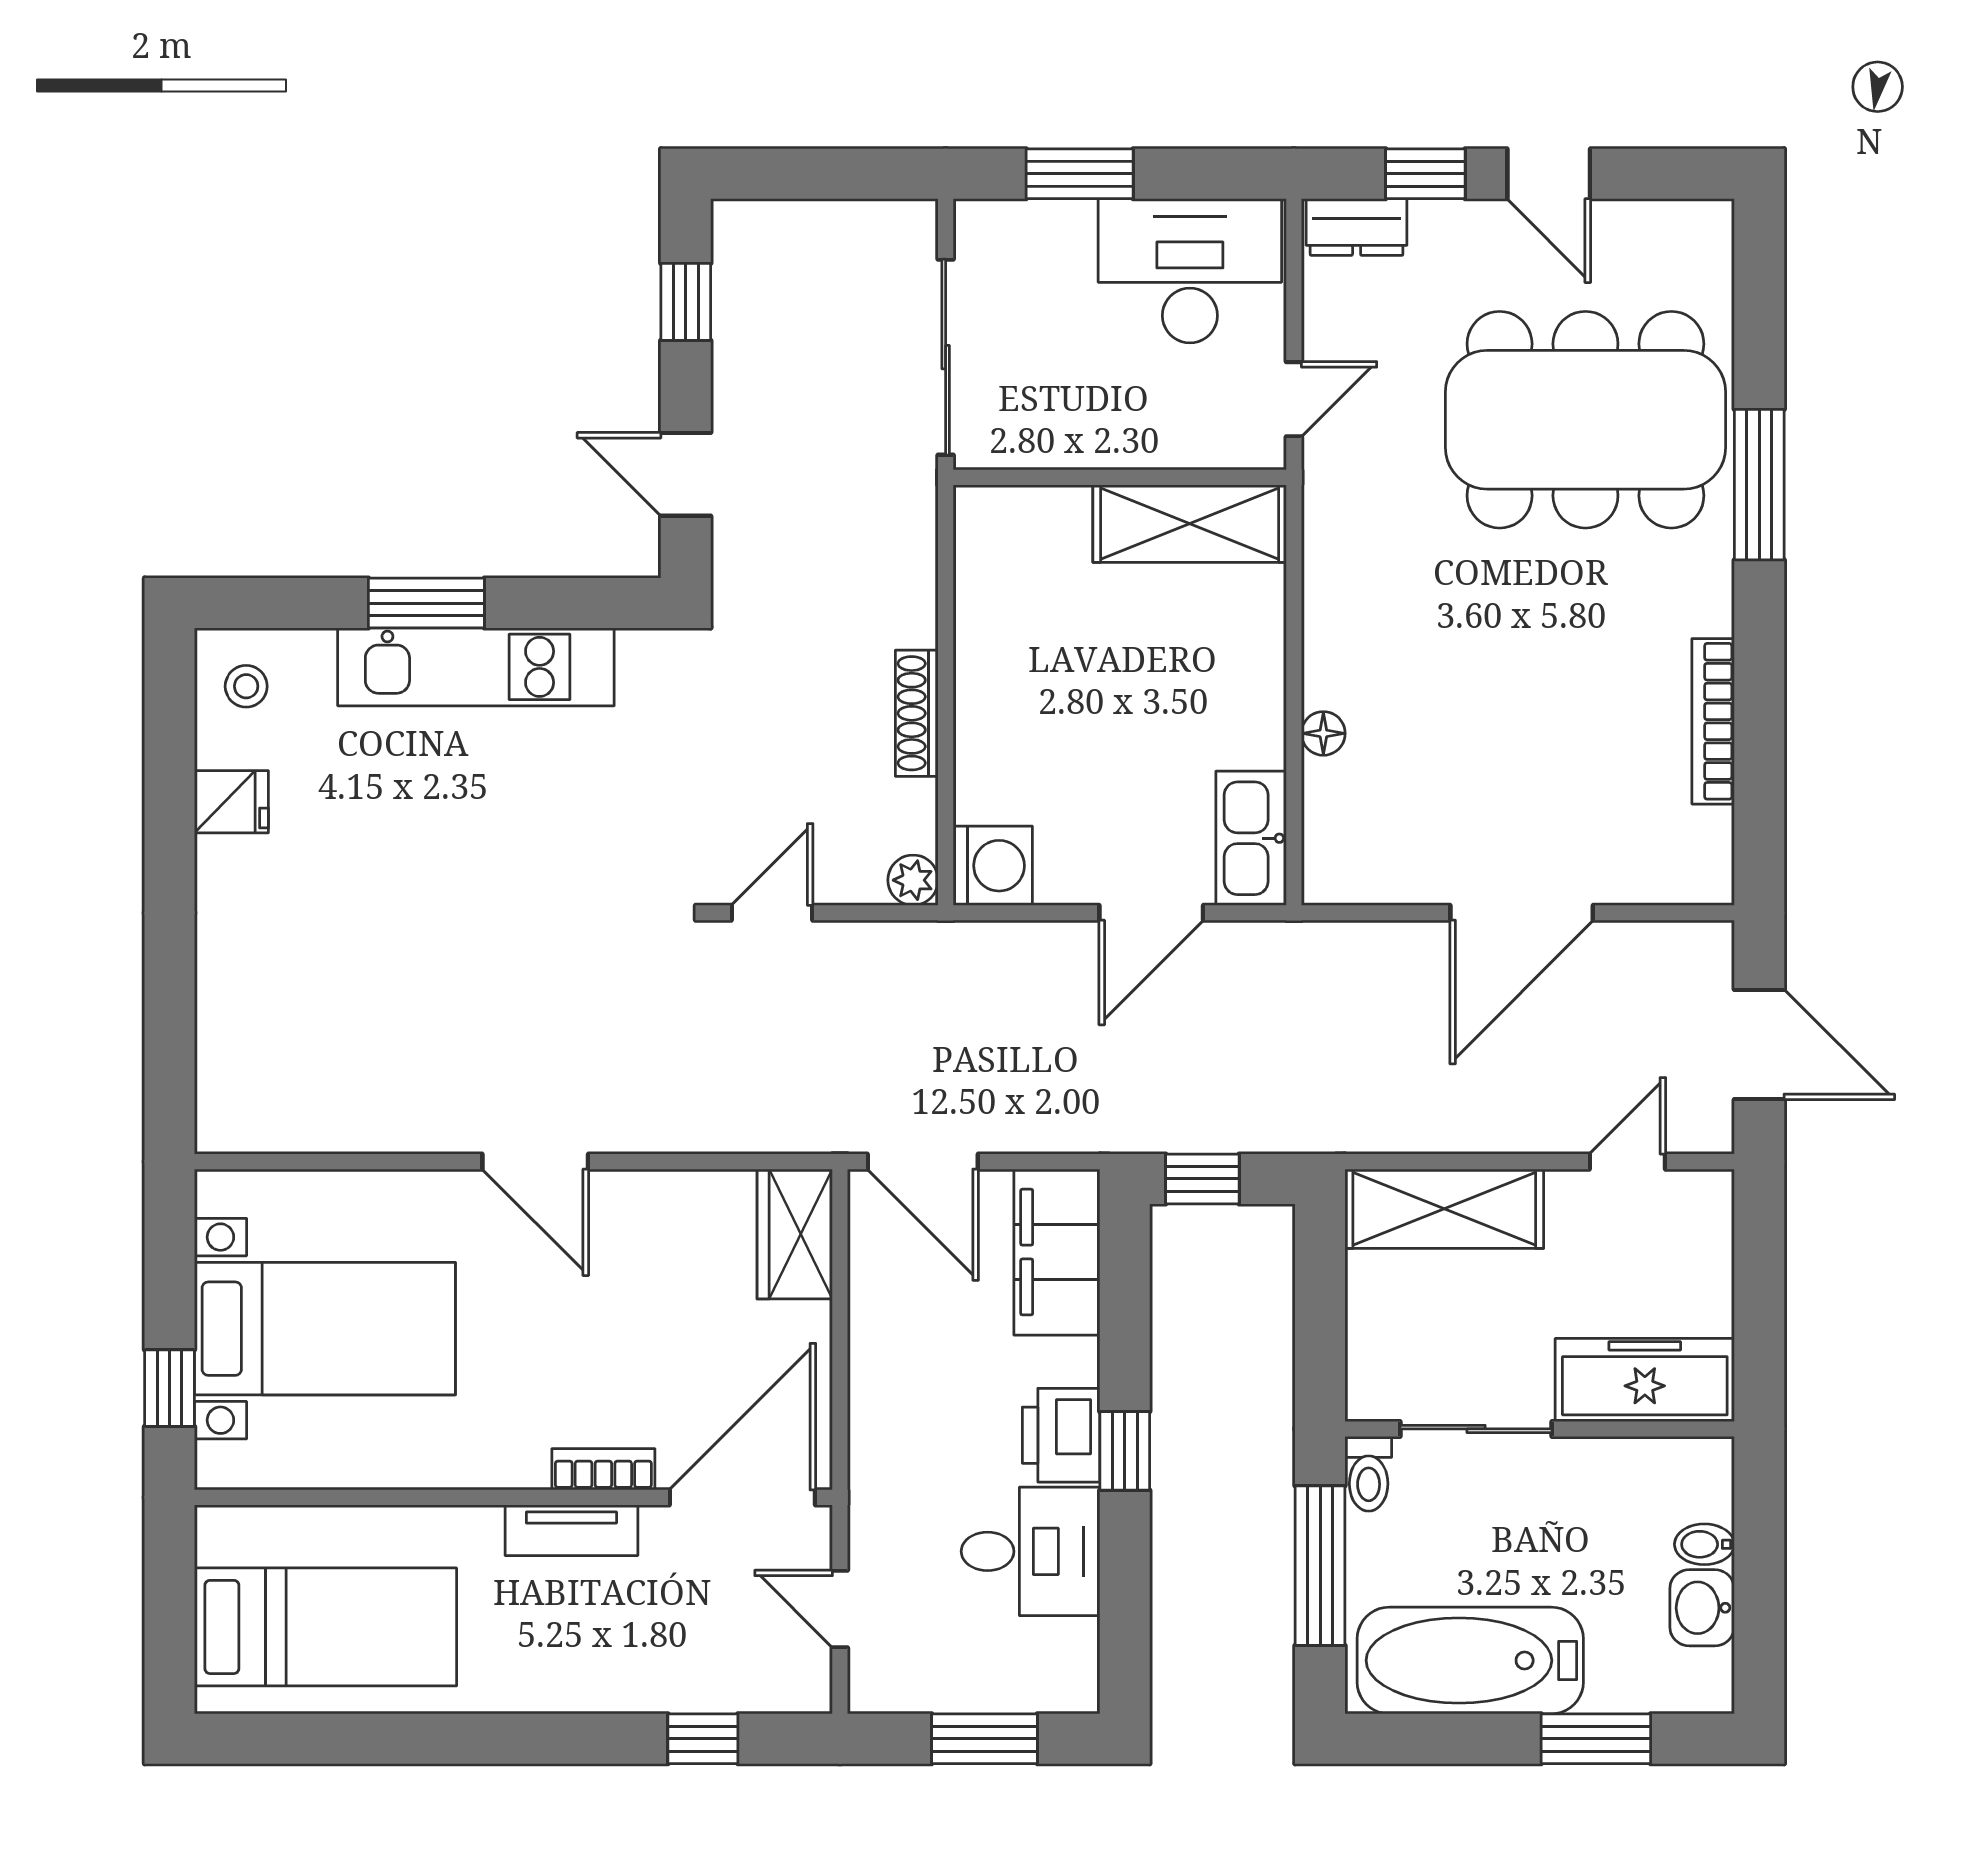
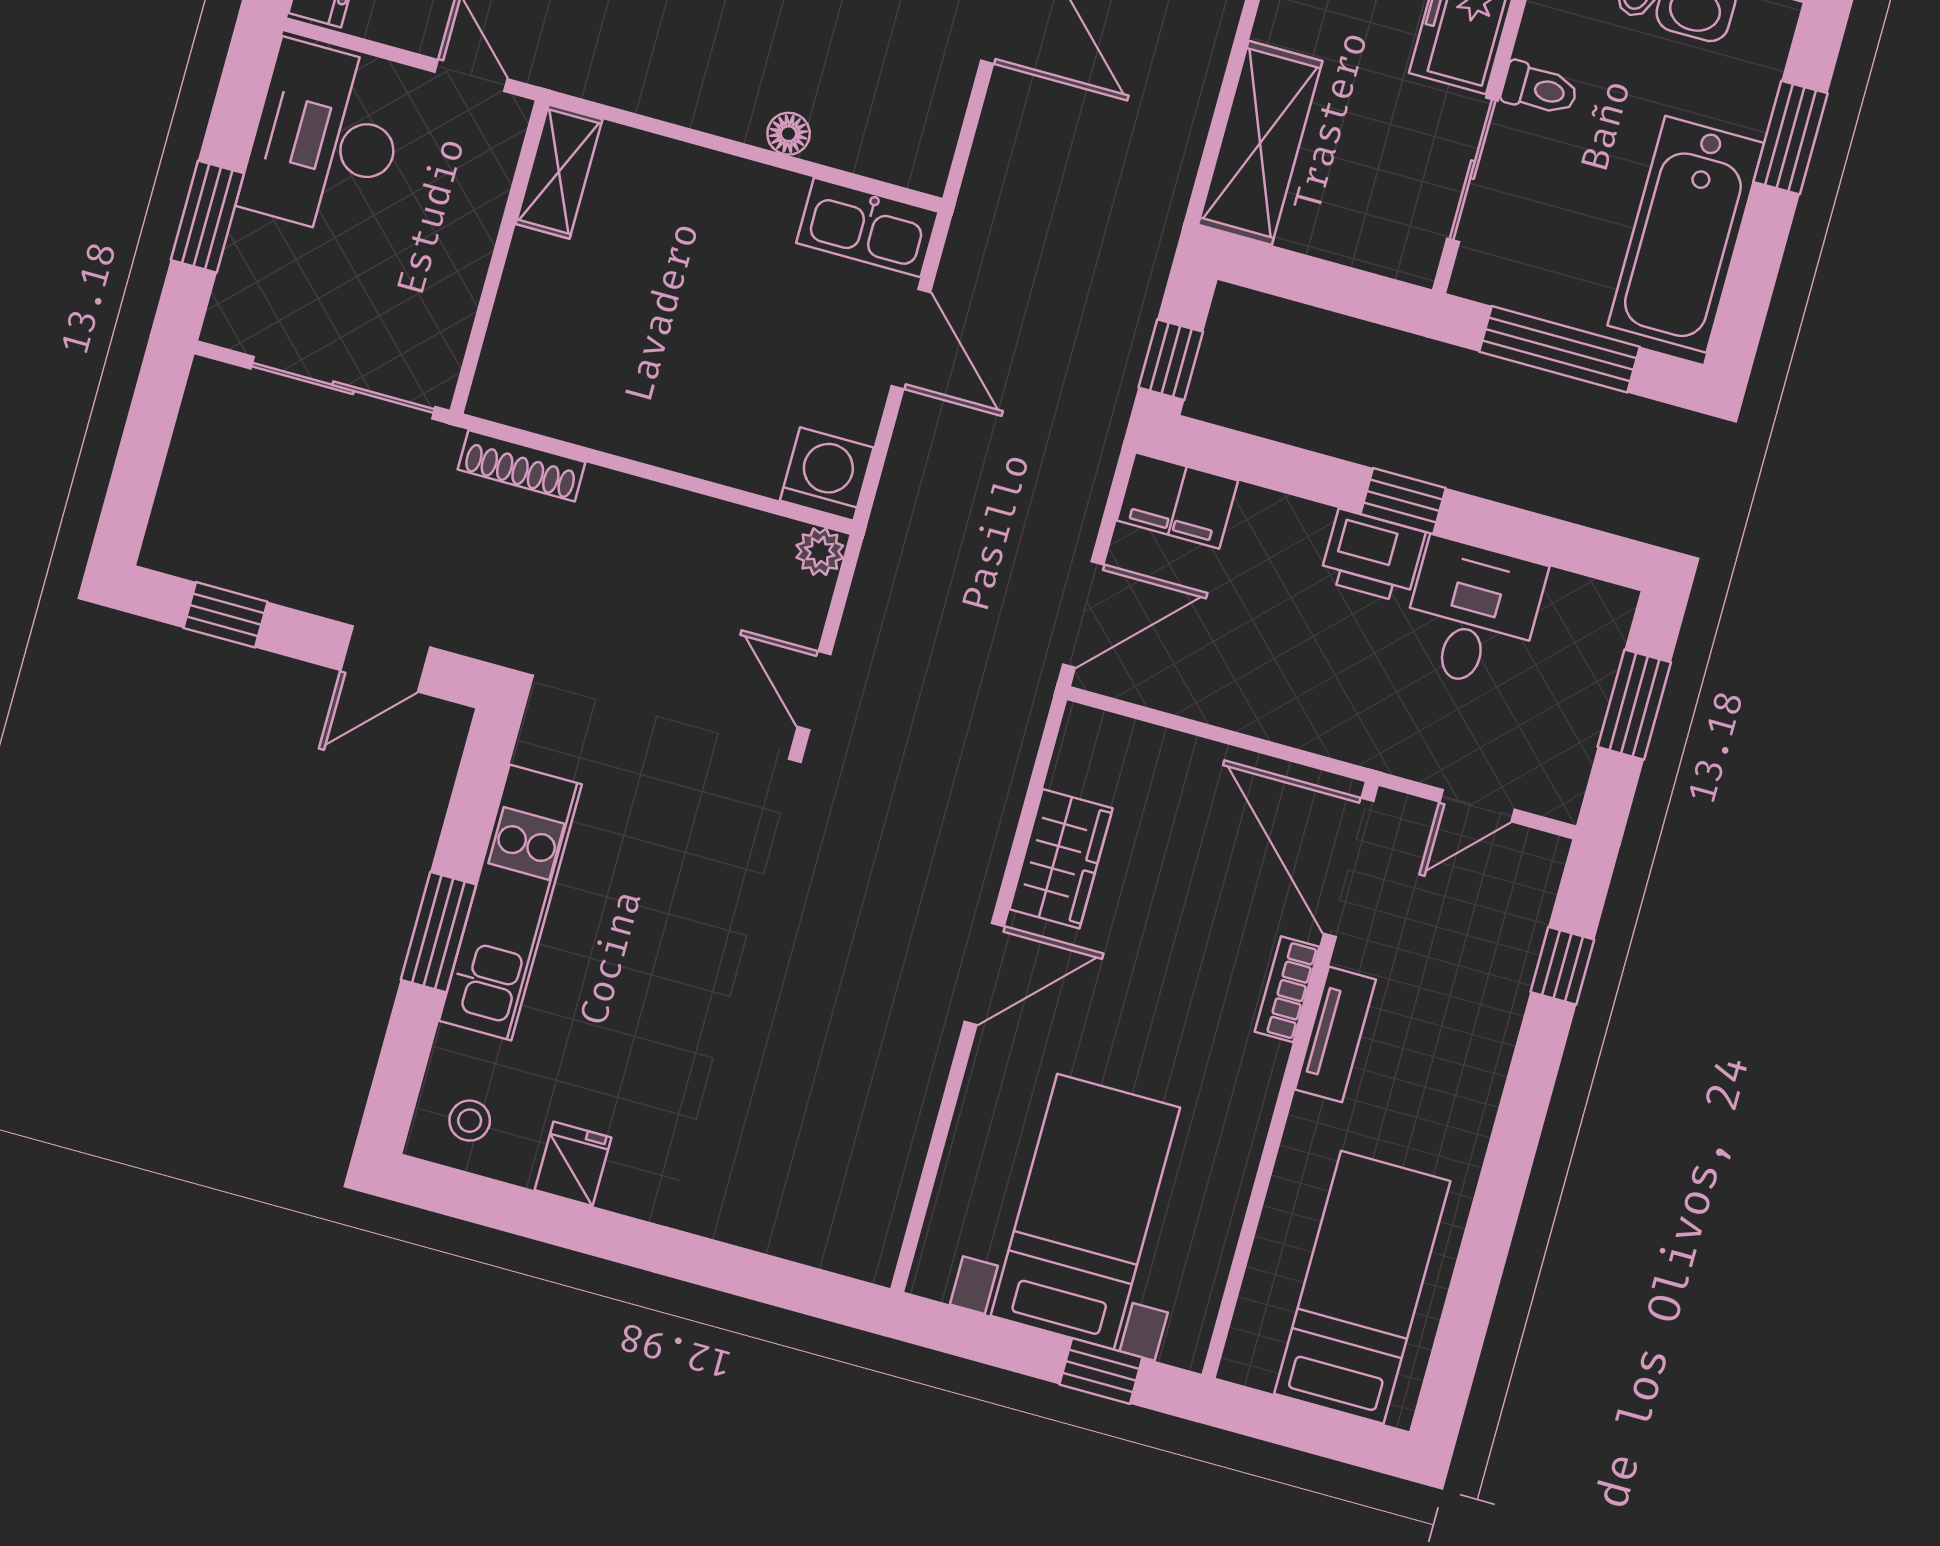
shelving: (1190, 524) -> (559, 172), width x0.67, depth x0.75
shoe rack: (917, 713) -> (522, 466), moved
wardrobe: (795, 1234) -> (1061, 859), moved, turned -90
filing cabinet: (1057, 1252) -> (1177, 500), width x0.67, depth x0.86
toilet: (1369, 1474) -> (1540, 89), moved

